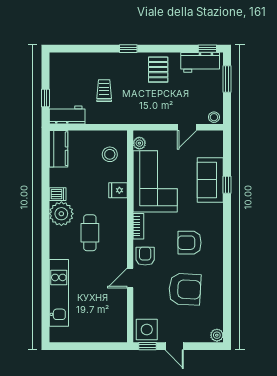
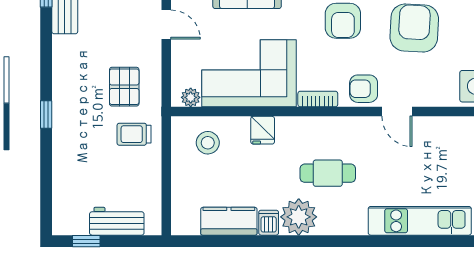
pallet: (158, 70) -> (124, 87), moved, turned 90
trolley: (104, 91) -> (134, 134), moved
window: (46, 98) -> (86, 241), moved
workbench: (67, 115) -> (117, 221), moved, turned 90
kitchen counter: (59, 149) -> (229, 221), moved

